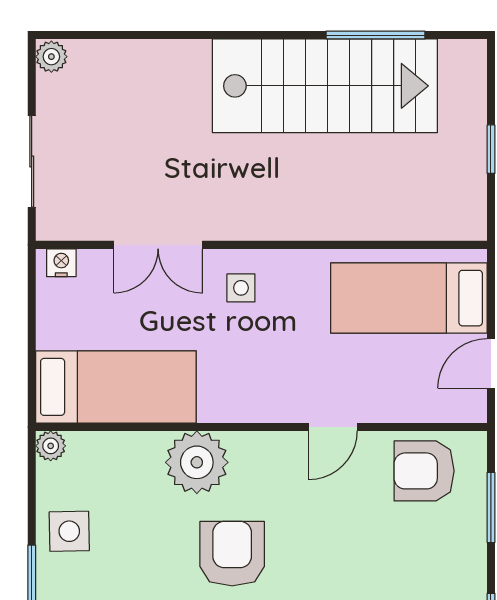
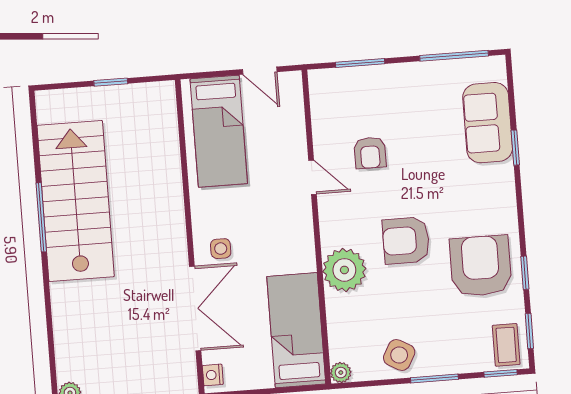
window: (376, 35) -> (41, 217), moved
double door: (158, 245) -> (195, 309), width x1.37
armchair: (424, 471) -> (370, 153), moved, width x0.72, depth x0.72
side table: (69, 531) -> (399, 355), turned 30

